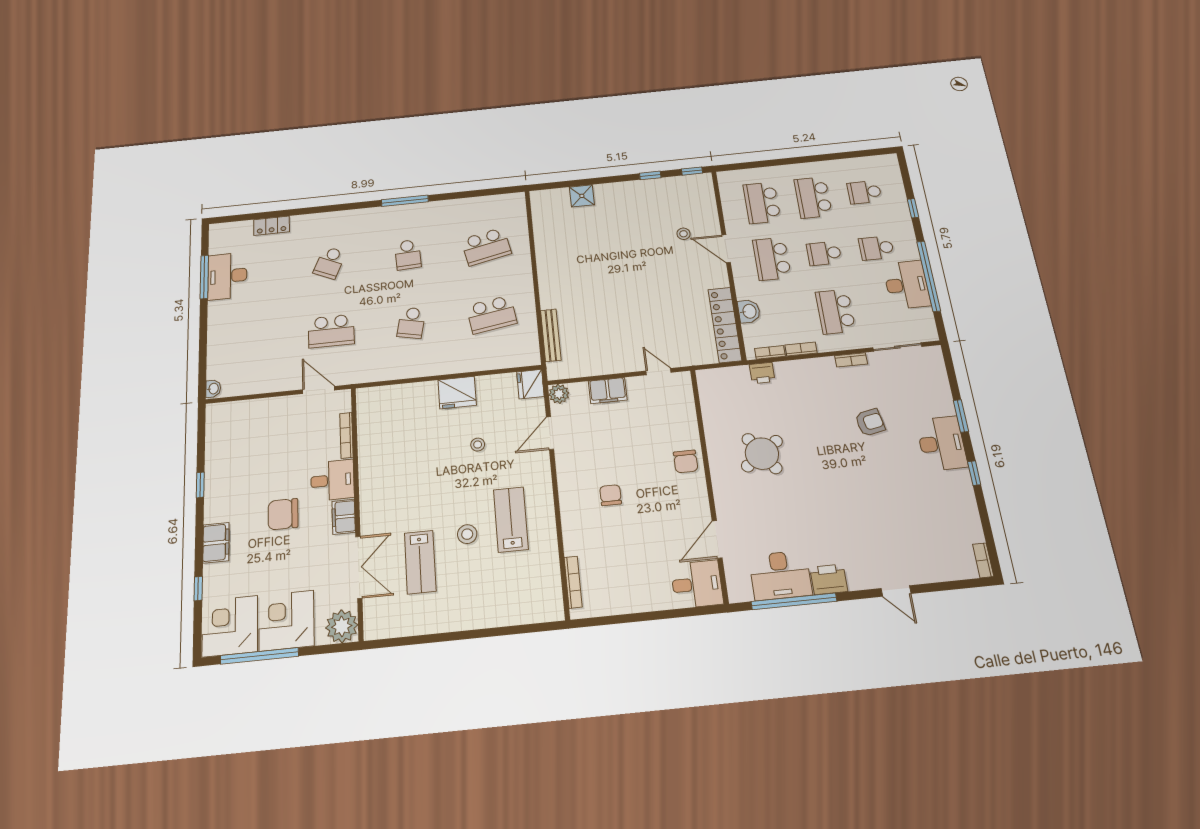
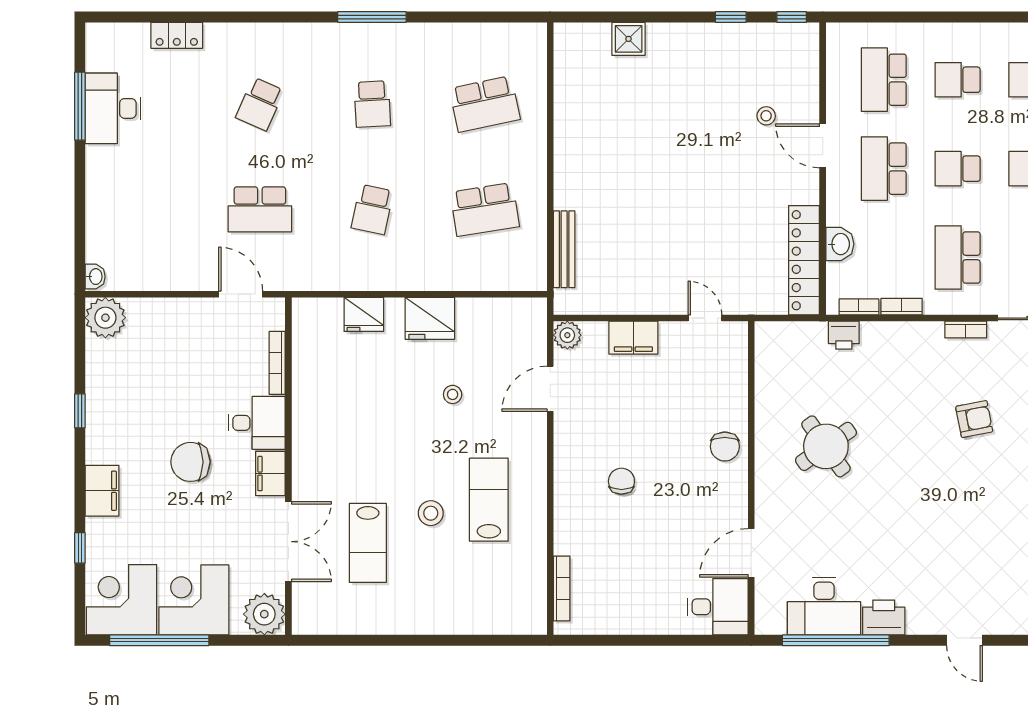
school desk: (813, 197) -> (958, 80), width x0.54
fridge: (530, 384) -> (364, 314), moved, turned -90
plant: (220, 416) -> (105, 318), added

